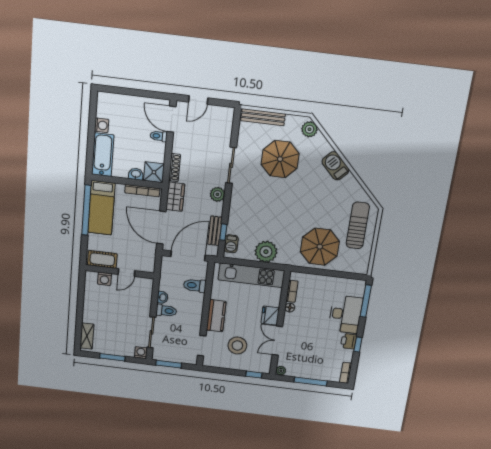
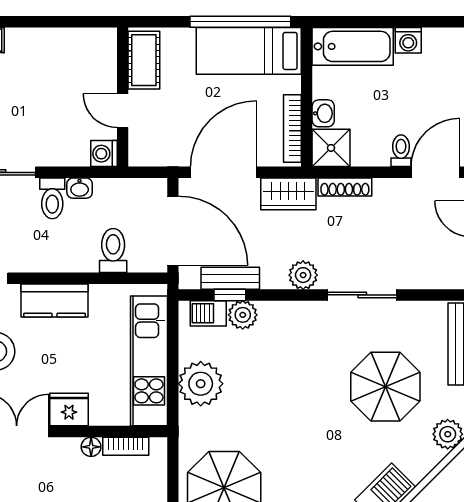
plant: (234, 227) -> (243, 315), added
washing machine: (104, 279) -> (104, 154), moved

